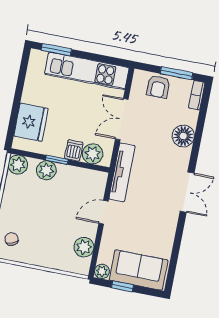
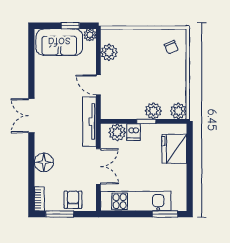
door: (103, 212) -> (98, 85), swing flipped

